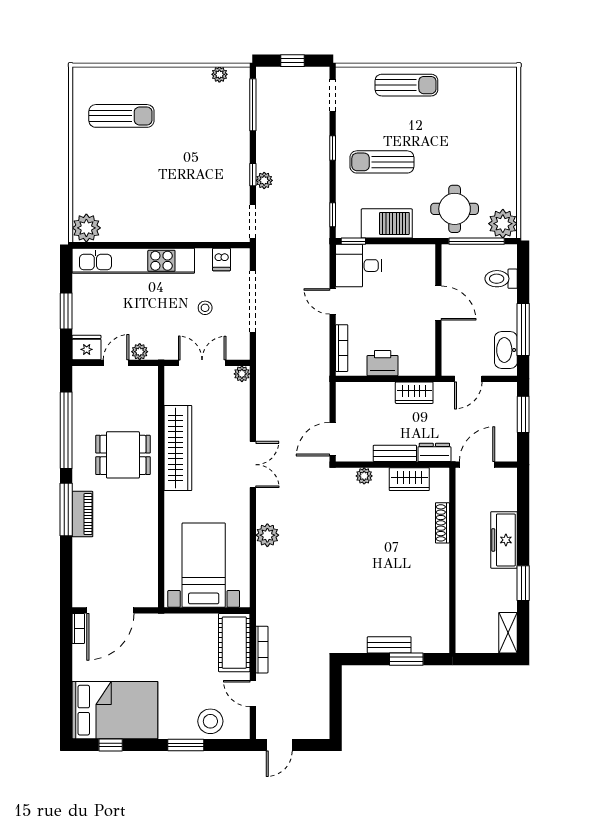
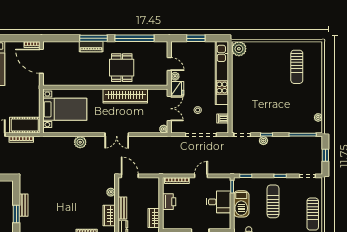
desk: (359, 266) -> (219, 202), moved, turned 90
fridge: (87, 348) -> (177, 89), moved

